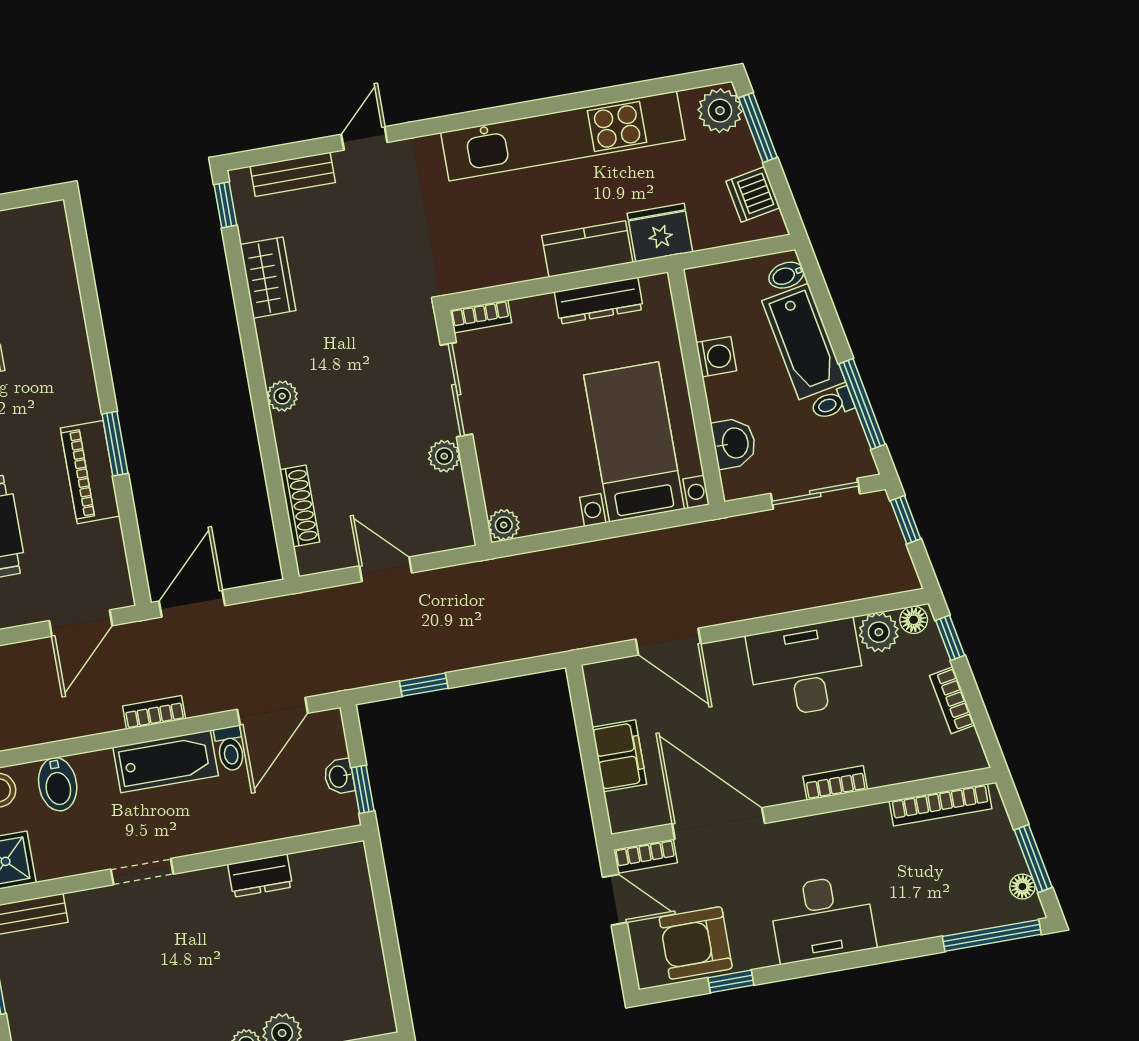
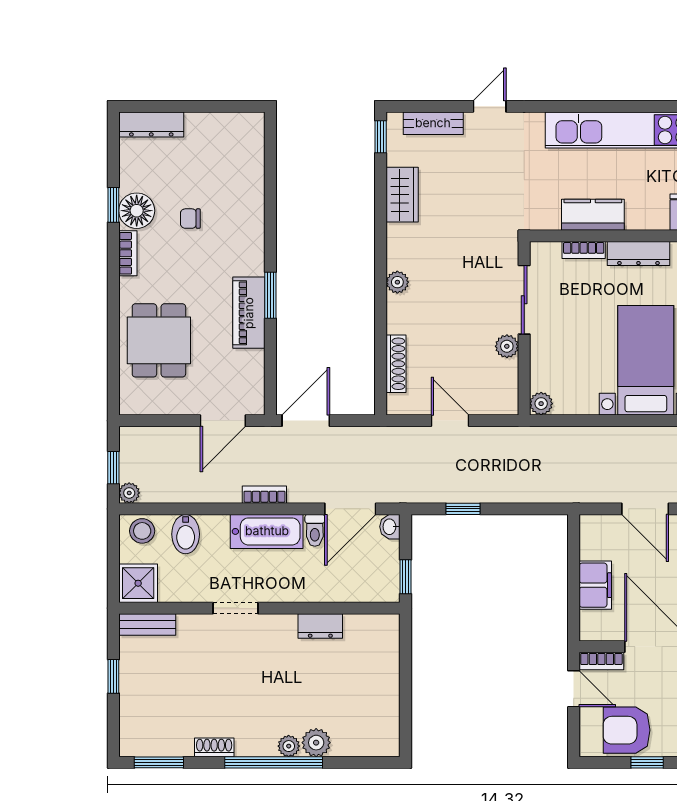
kitchen counter: (587, 249) -> (593, 215), moved
bookcase: (481, 317) -> (584, 250), moved
washbasin: (339, 776) -> (390, 527), moved

